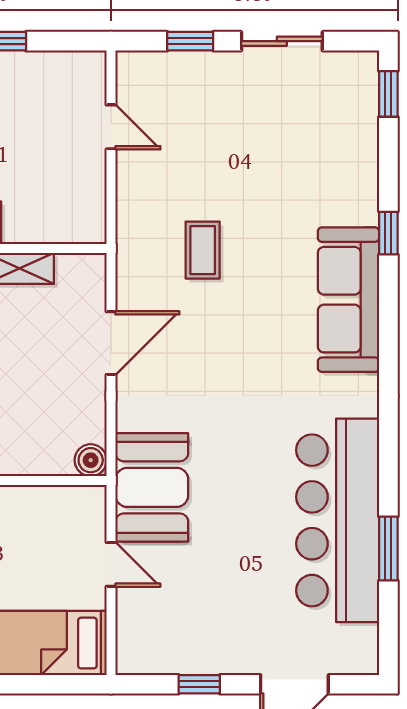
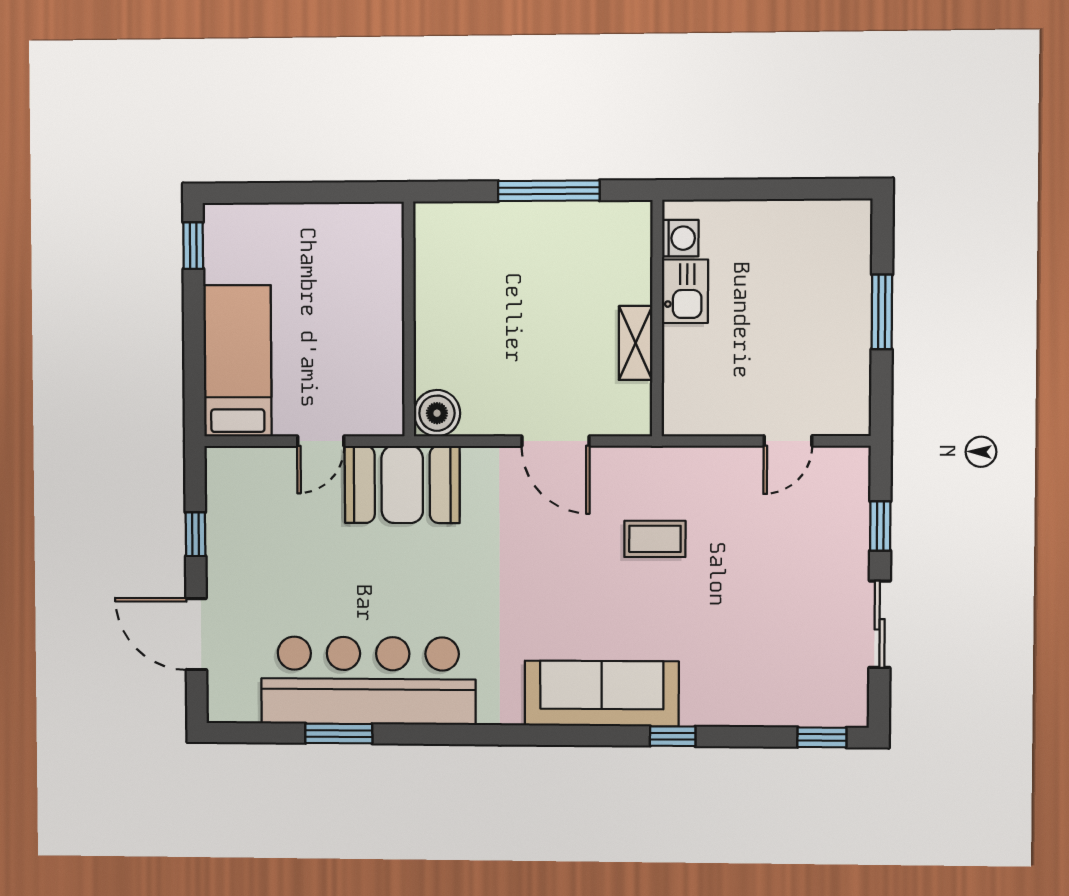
boiler: (91, 460) -> (437, 413), width x1.36, depth x1.36

